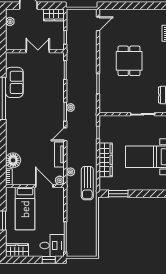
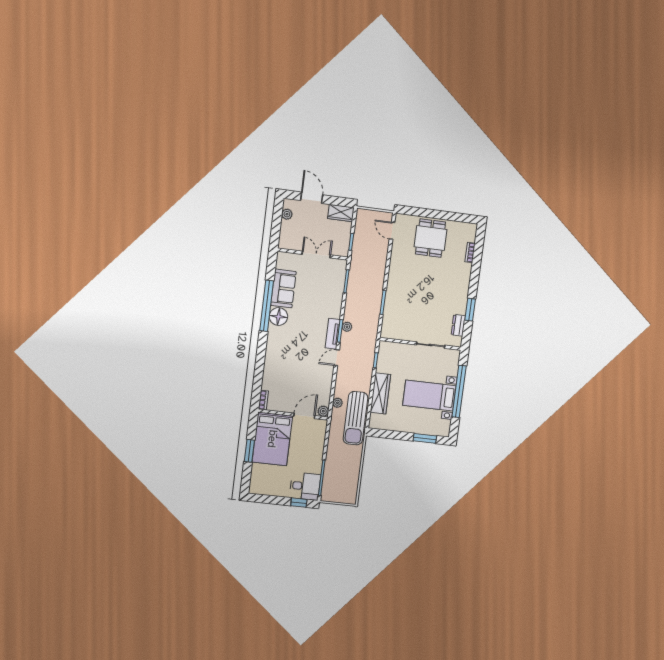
door: (98, 24) -> (392, 231), swing flipped
dining table: (129, 61) -> (430, 238), moved
tv unit: (59, 154) -> (333, 334), moved
floor lamp: (13, 160) -> (278, 317), moved
sun lounger: (87, 183) -> (355, 418), width x1.36, depth x1.34
door: (44, 186) -> (304, 416), hinge flipped
window: (118, 194) -> (425, 438), moved
bed: (25, 209) -> (272, 439), width x1.50
wardrobe: (17, 250) -> (263, 487), removed

